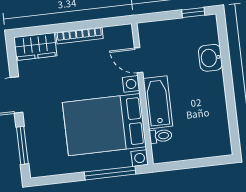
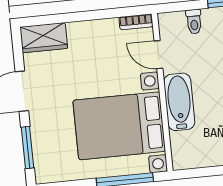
bookcase: (79, 35) -> (136, 22), moved, width x0.64
toilet: (161, 136) -> (194, 22), moved, turned 90

